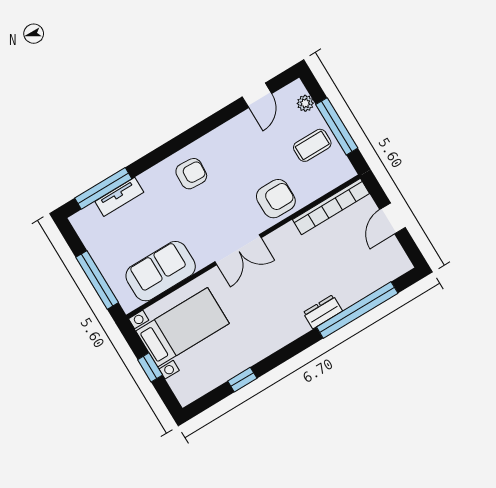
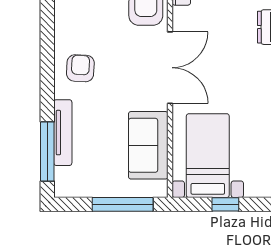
tv unit: (119, 197) -> (63, 133), width x1.41
double door: (238, 250) -> (170, 68), width x1.37

